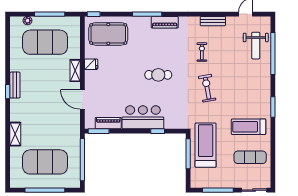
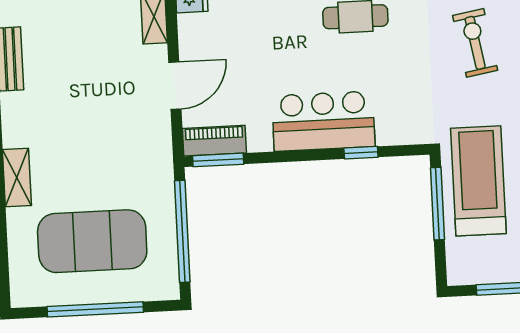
door: (82, 99) -> (175, 86), swing flipped
piano: (108, 123) -> (214, 141), moved

